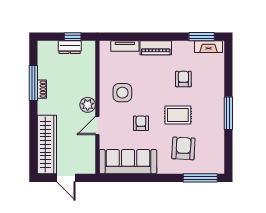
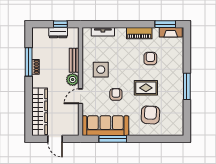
piano: (156, 48) -> (139, 33), moved
bench: (90, 81) -> (74, 60), added
window: (200, 178) -> (113, 139), moved

